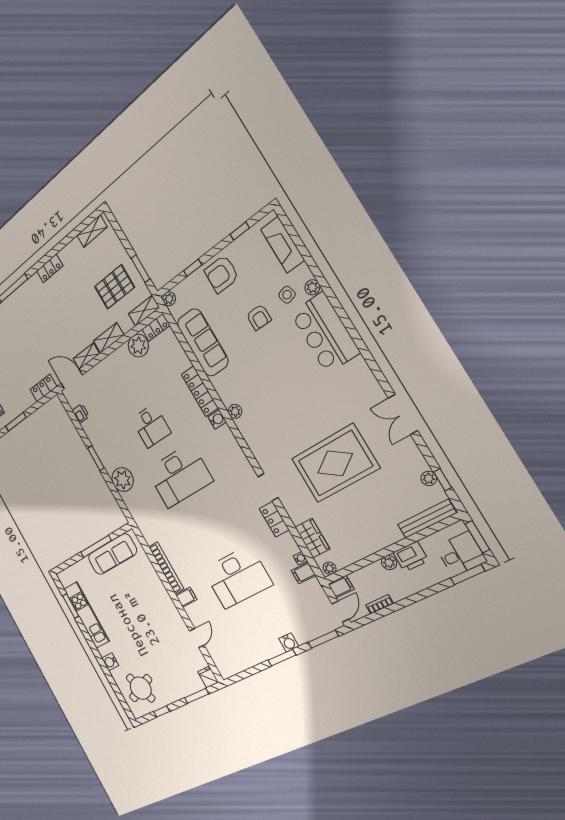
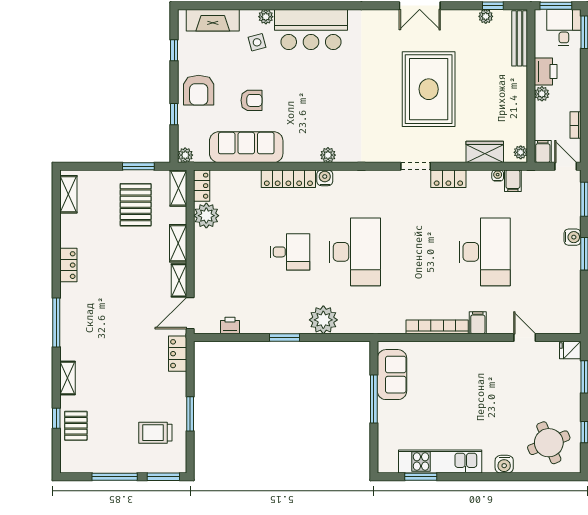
armchair: (259, 317) -> (251, 100), moved
sofa: (112, 554) -> (392, 375), width x0.73

